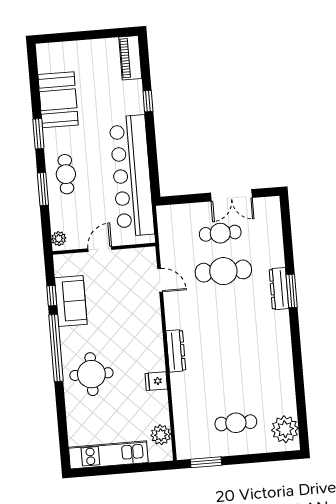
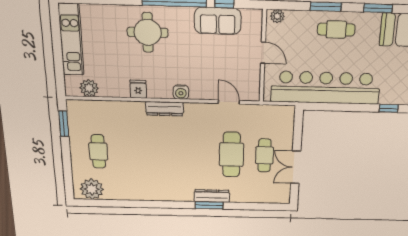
door: (160, 280) -> (229, 102), swing flipped
water cooler: (154, 334) -> (181, 92), added

